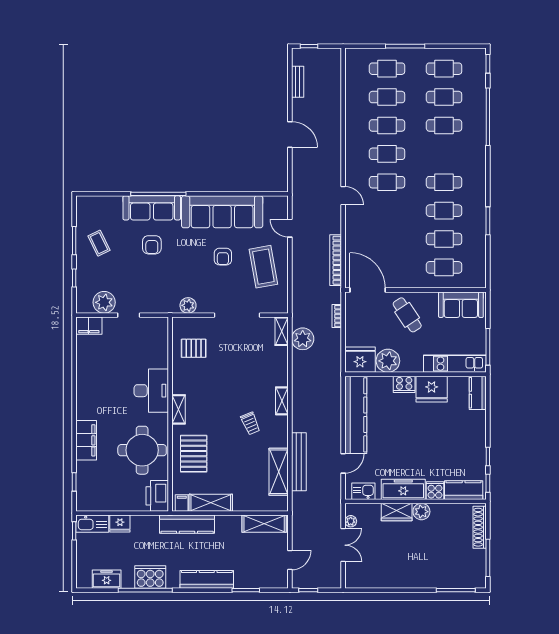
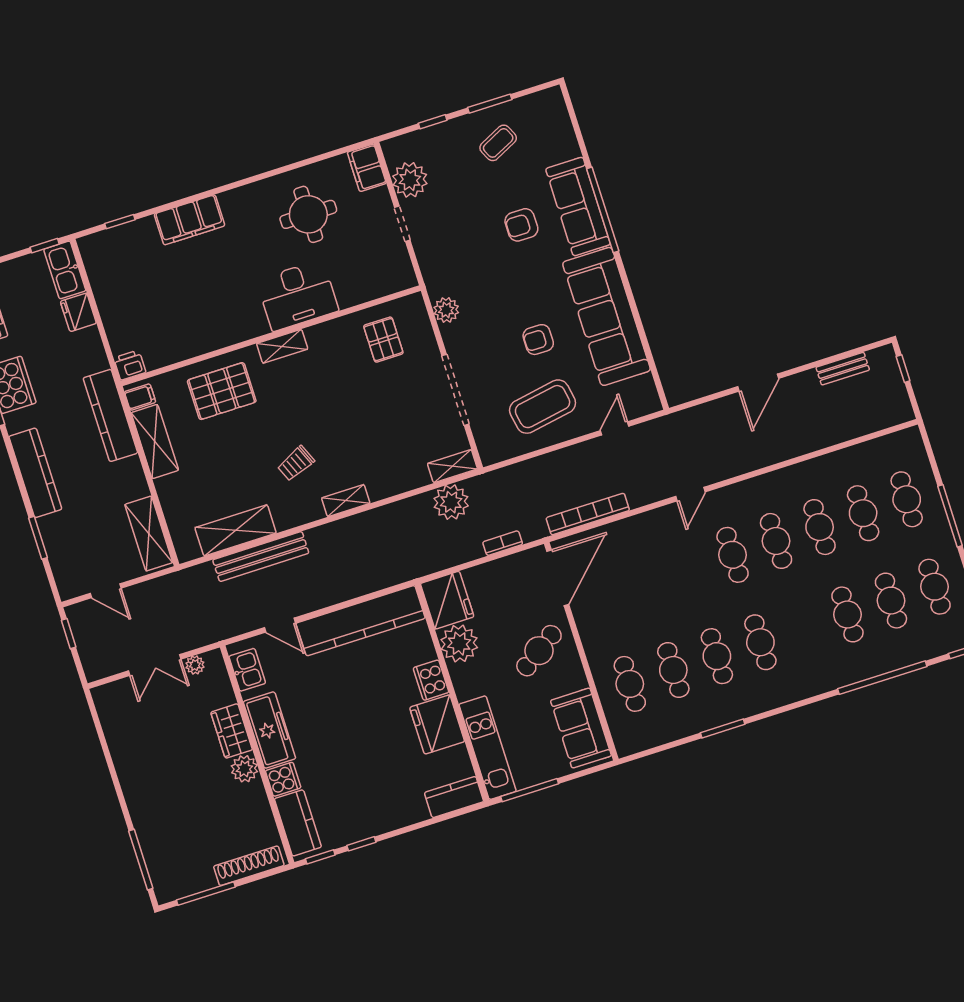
round table: (142, 450) -> (308, 214), moved, width x0.73, depth x0.73
printer: (157, 496) -> (130, 365), width x0.53, depth x0.68

